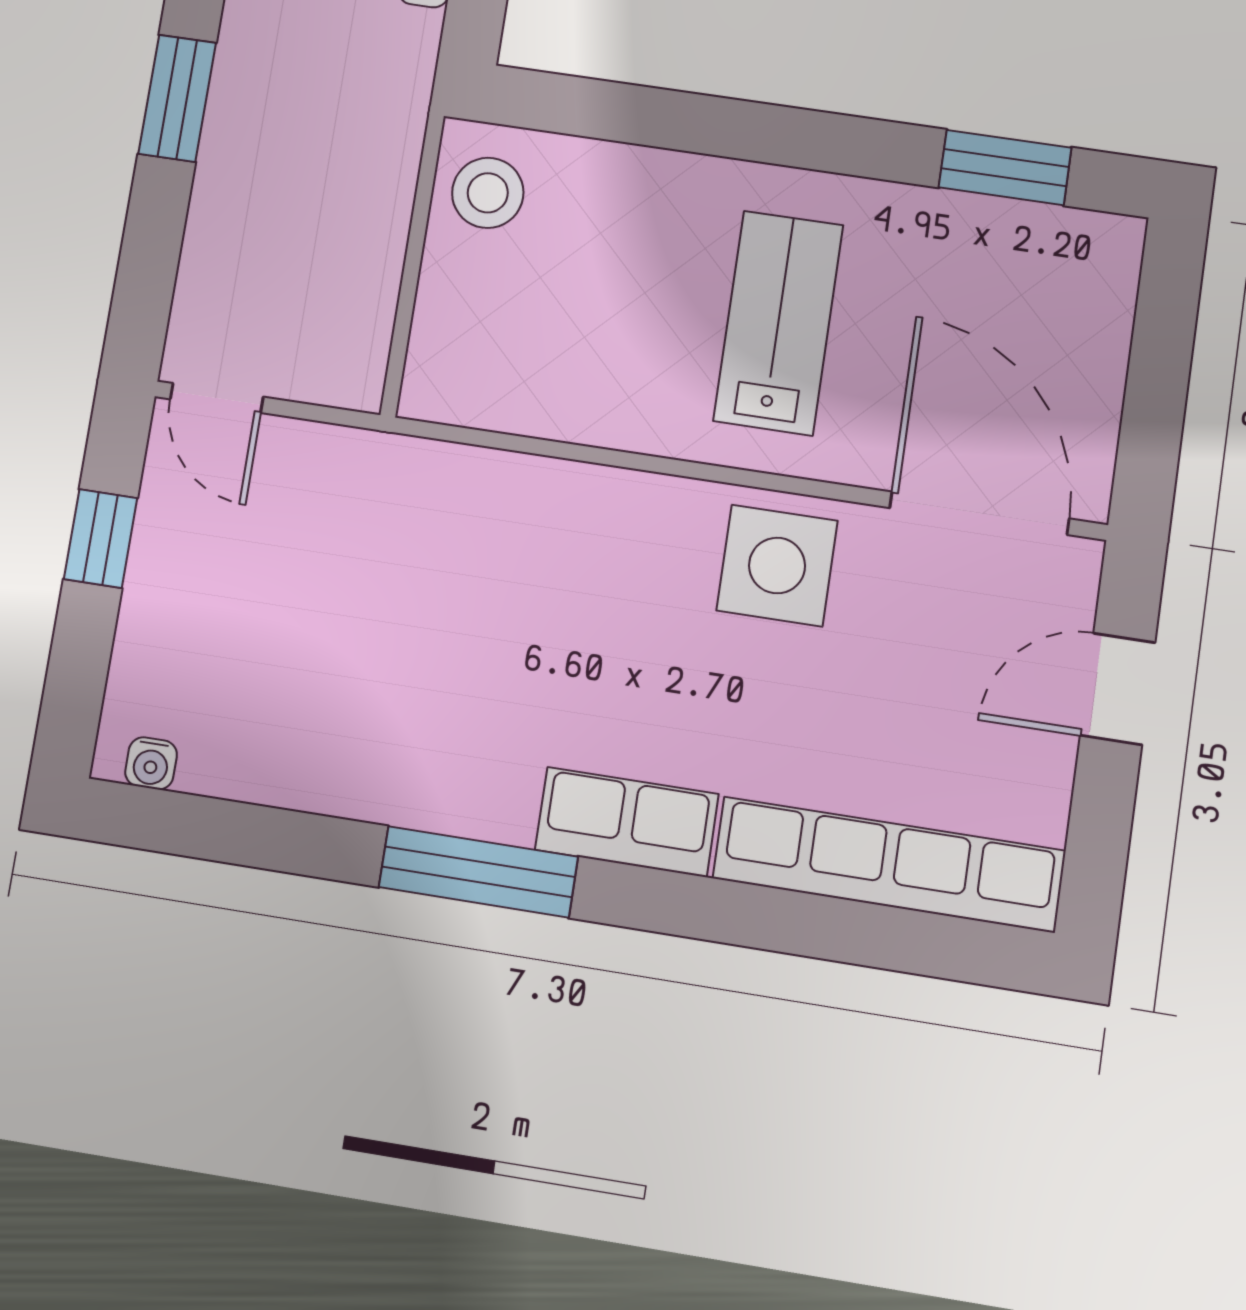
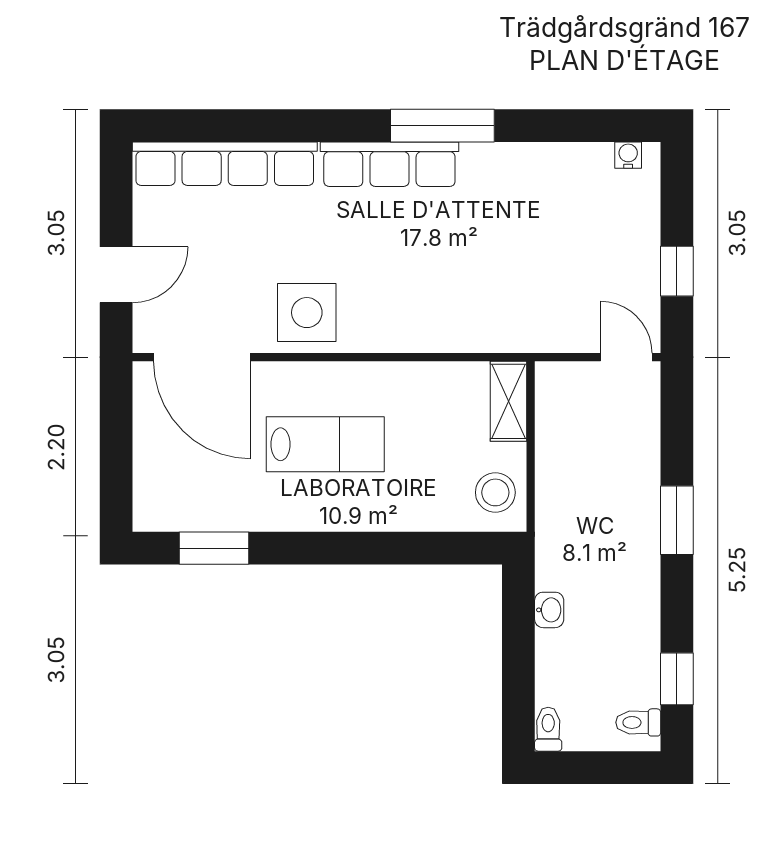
lab bench: (778, 323) -> (325, 444), turned -90
shelving: (439, 351) -> (508, 401), added
row of seats: (627, 822) -> (389, 164), width x1.48

